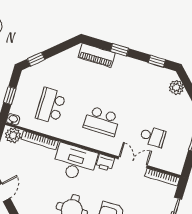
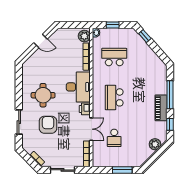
window: (120, 50) -> (170, 95), width x2.17
piano: (97, 55) -> (161, 108), moved

